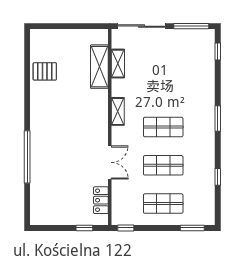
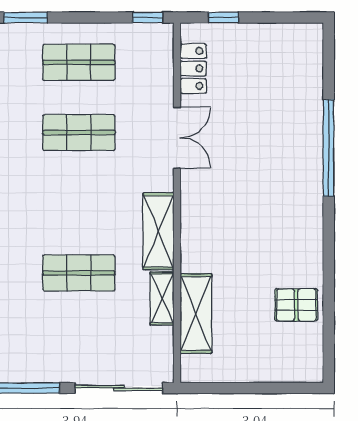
shelving: (118, 64) -> (162, 298), moved
shelving: (118, 111) -> (158, 231), width x1.50, depth x1.33
shop shelf: (163, 127) -> (79, 273), moved
double door: (110, 162) -> (177, 138), swing flipped

